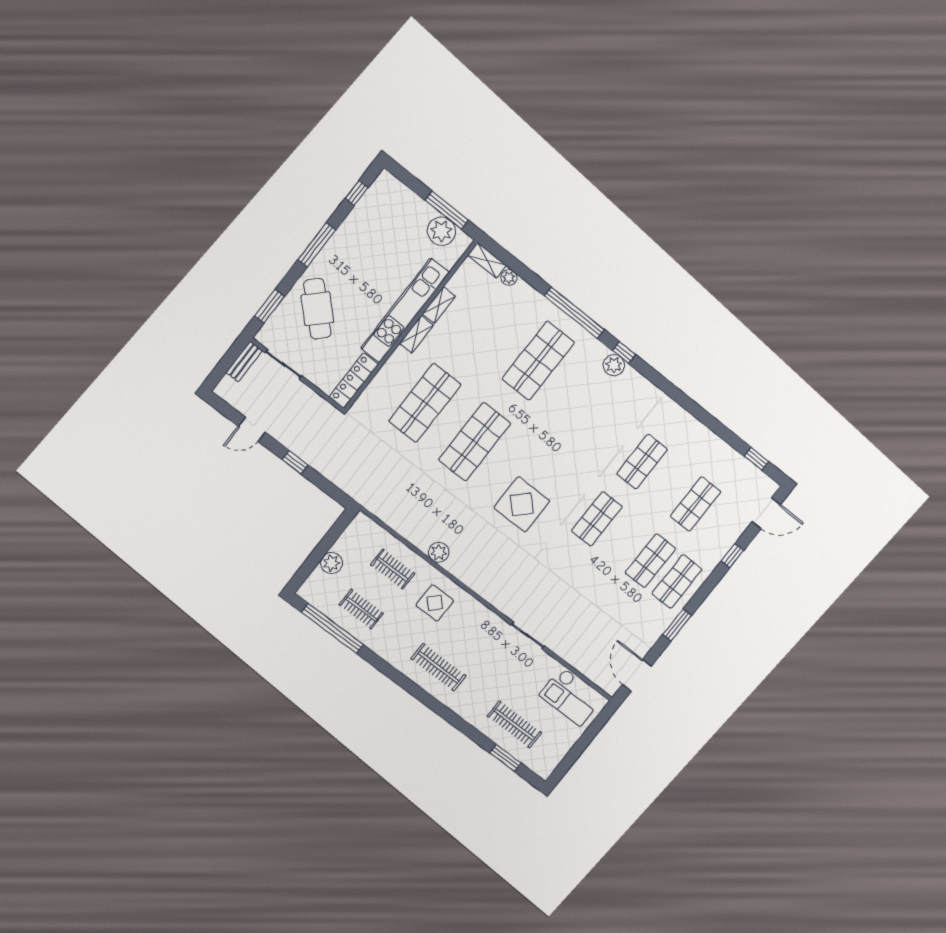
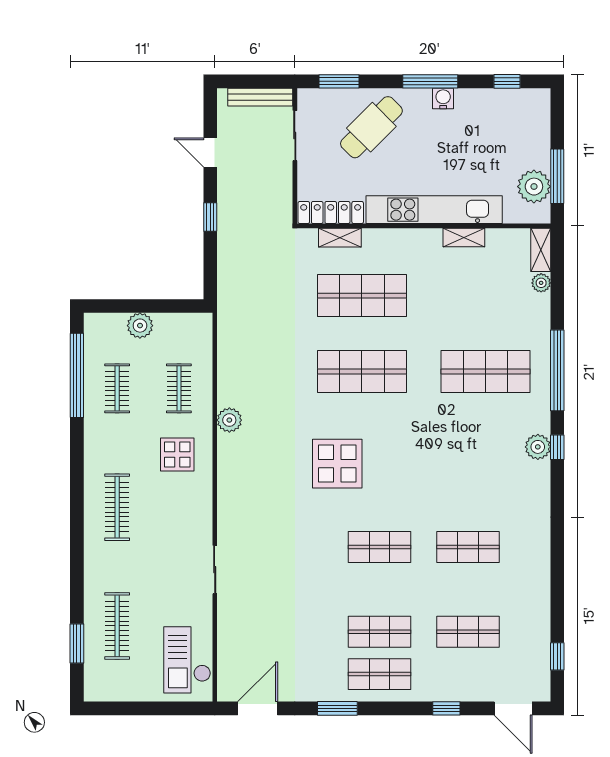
water cooler: (335, 245) -> (443, 98), added
shelving: (416, 334) -> (340, 238), moved
bench: (244, 361) -> (260, 97), width x1.36

